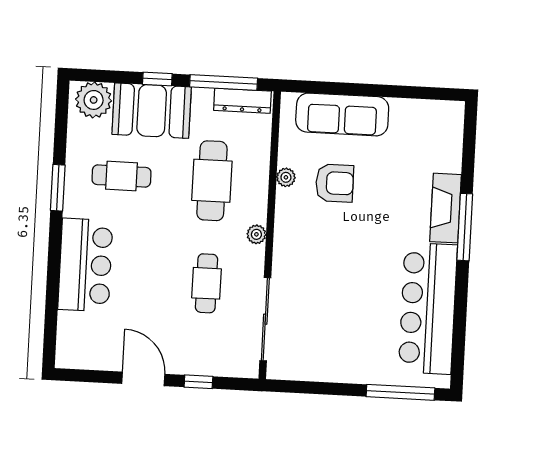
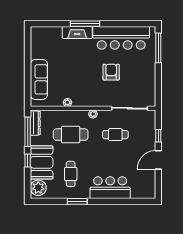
armchair: (335, 183) -> (111, 72), moved

